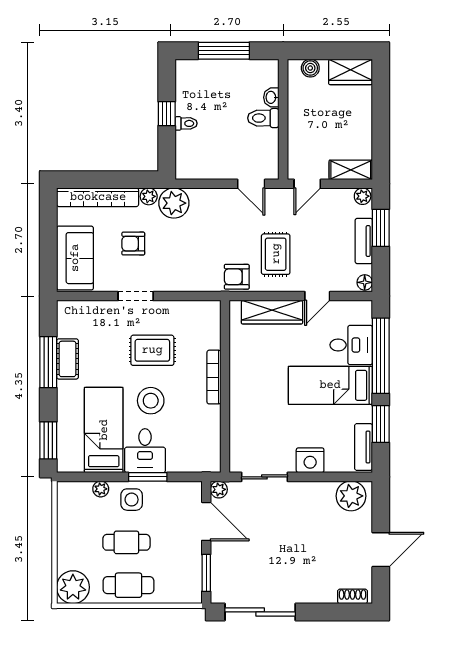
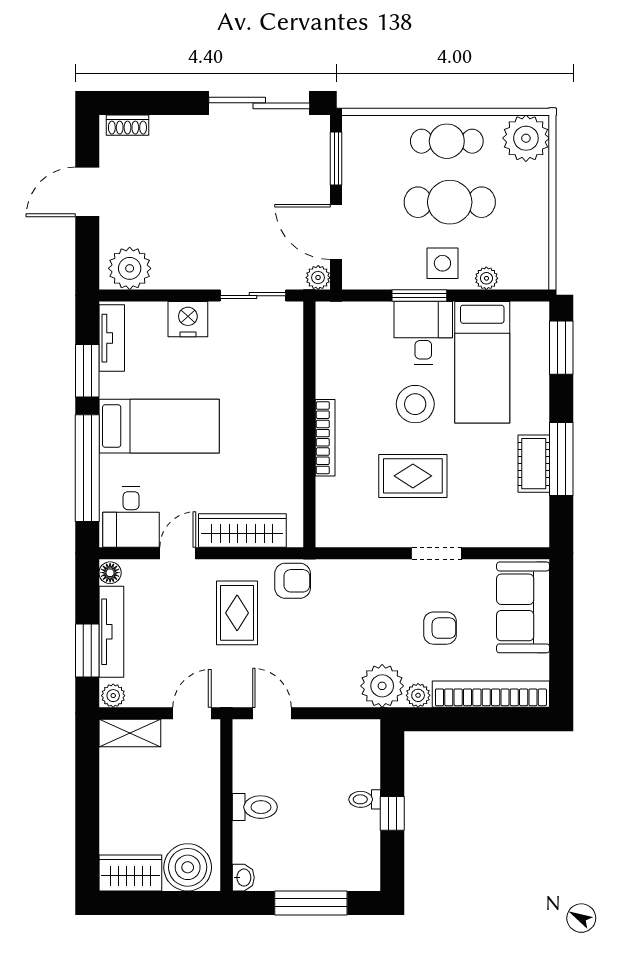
boiler: (310, 68) -> (188, 867), width x1.86, depth x1.86
washbasin: (271, 97) -> (243, 878), moved
tv unit: (364, 241) -> (111, 632), width x1.41
desk: (351, 345) -> (131, 517), moved, turned -90
cafe table: (126, 542) -> (450, 202), width x1.37, depth x1.35

